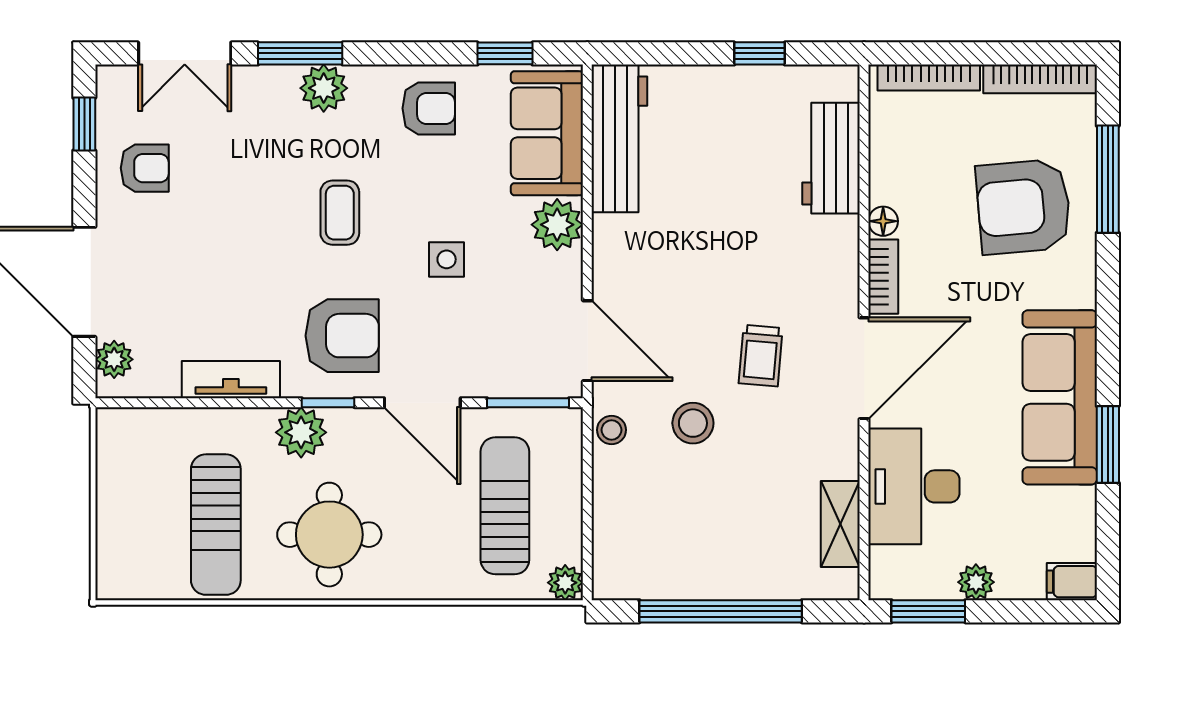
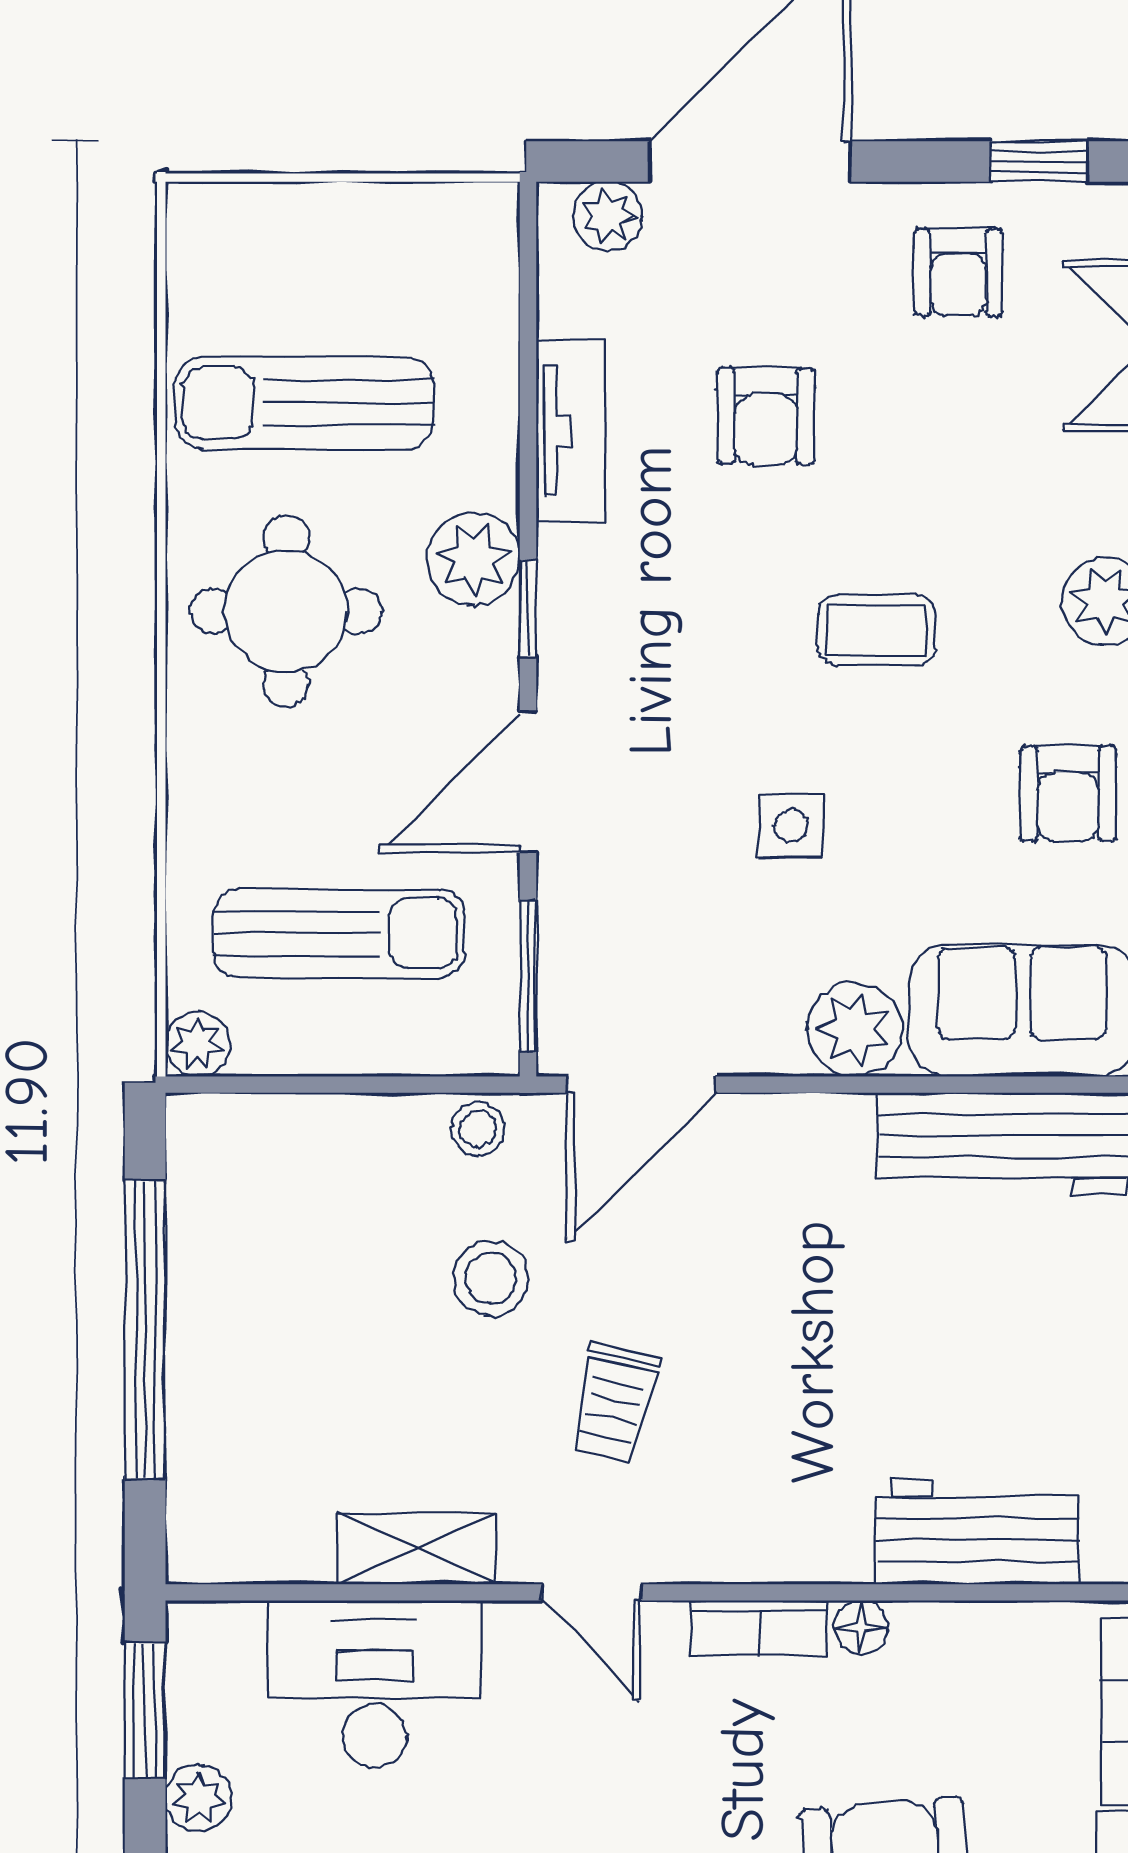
armchair: (342, 336) -> (766, 416), moved, width x0.72, depth x0.72
trolley: (761, 356) -> (614, 1403), turned -82
door: (864, 368) -> (591, 1592), width x0.53
shelving: (840, 524) -> (416, 1549), moved

